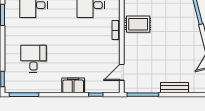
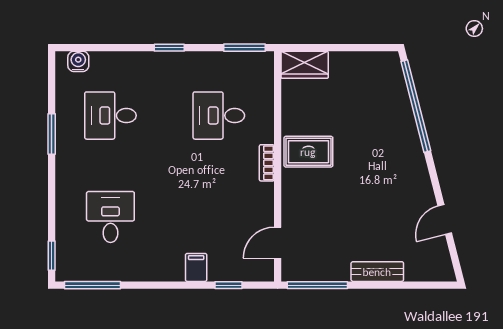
filing cabinet: (73, 85) -> (196, 267), width x0.50

